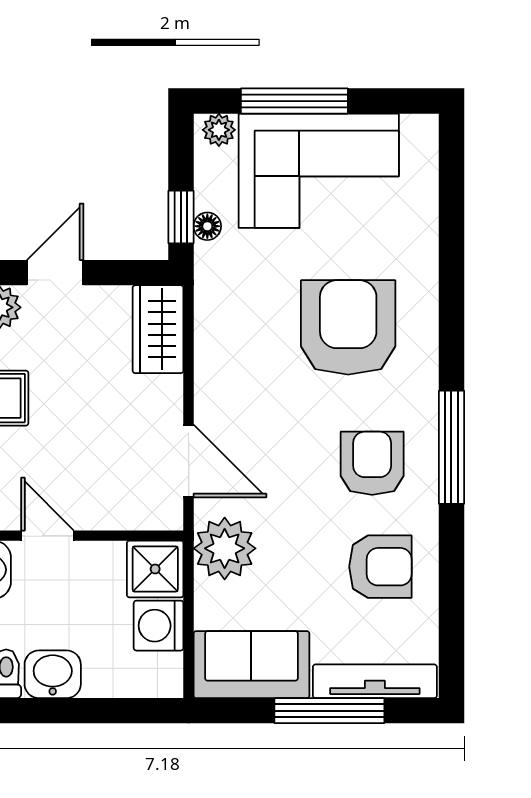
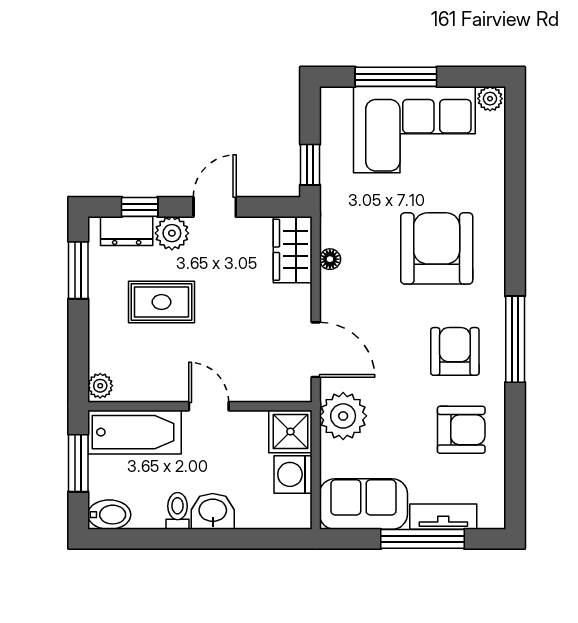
plant: (219, 130) -> (490, 99), moved
floor lamp: (207, 226) -> (330, 259), moved
tv unit: (375, 681) -> (443, 517), width x0.71

